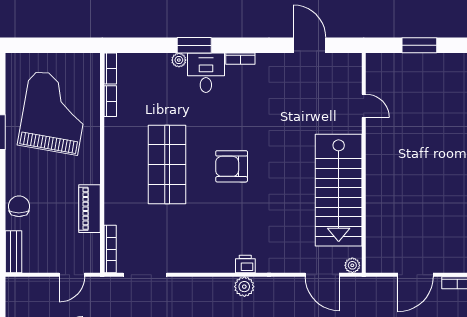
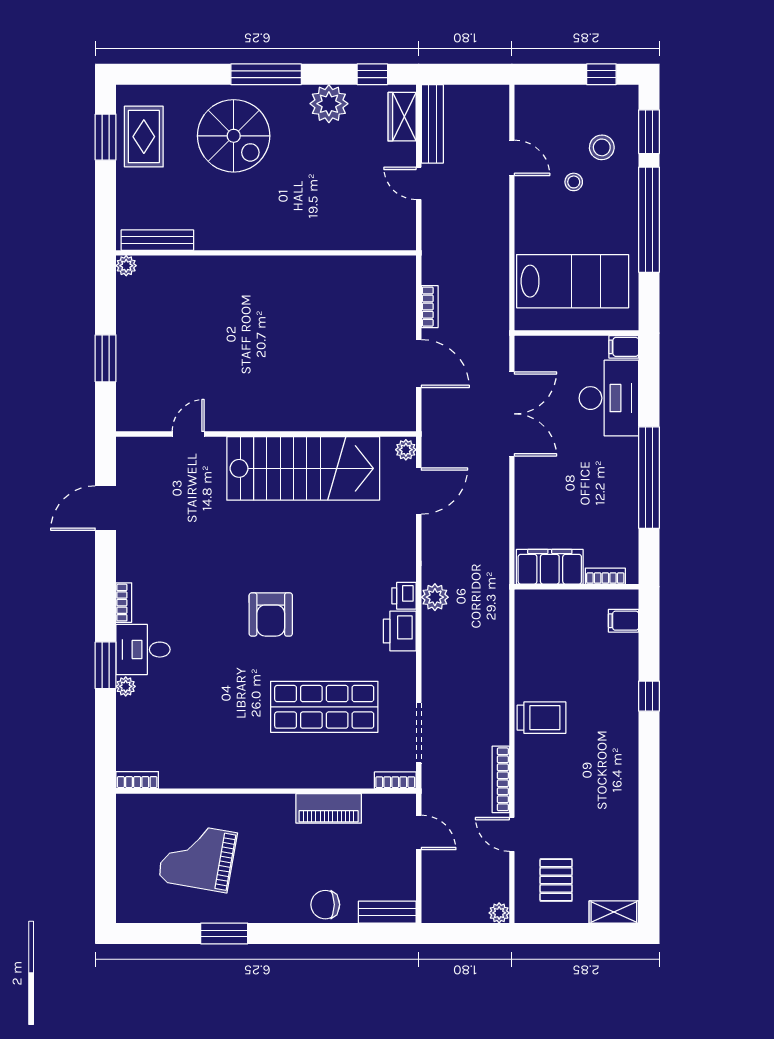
bookcase: (110, 101) -> (182, 780), removed
grand piano: (54, 113) -> (198, 857), width x0.73, depth x0.68
shop shelf: (167, 165) -> (324, 707), moved
bookcase: (110, 249) -> (395, 780), width x0.64
printer: (219, 261) -> (400, 631), added

